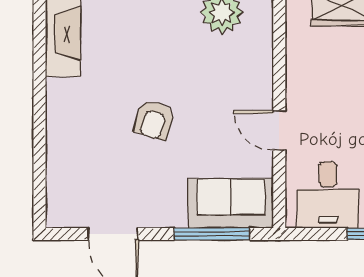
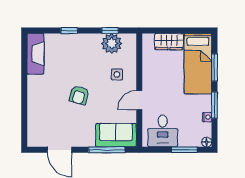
side table: (233, 77) -> (117, 74), added
door: (279, 131) -> (139, 100), hinge flipped

